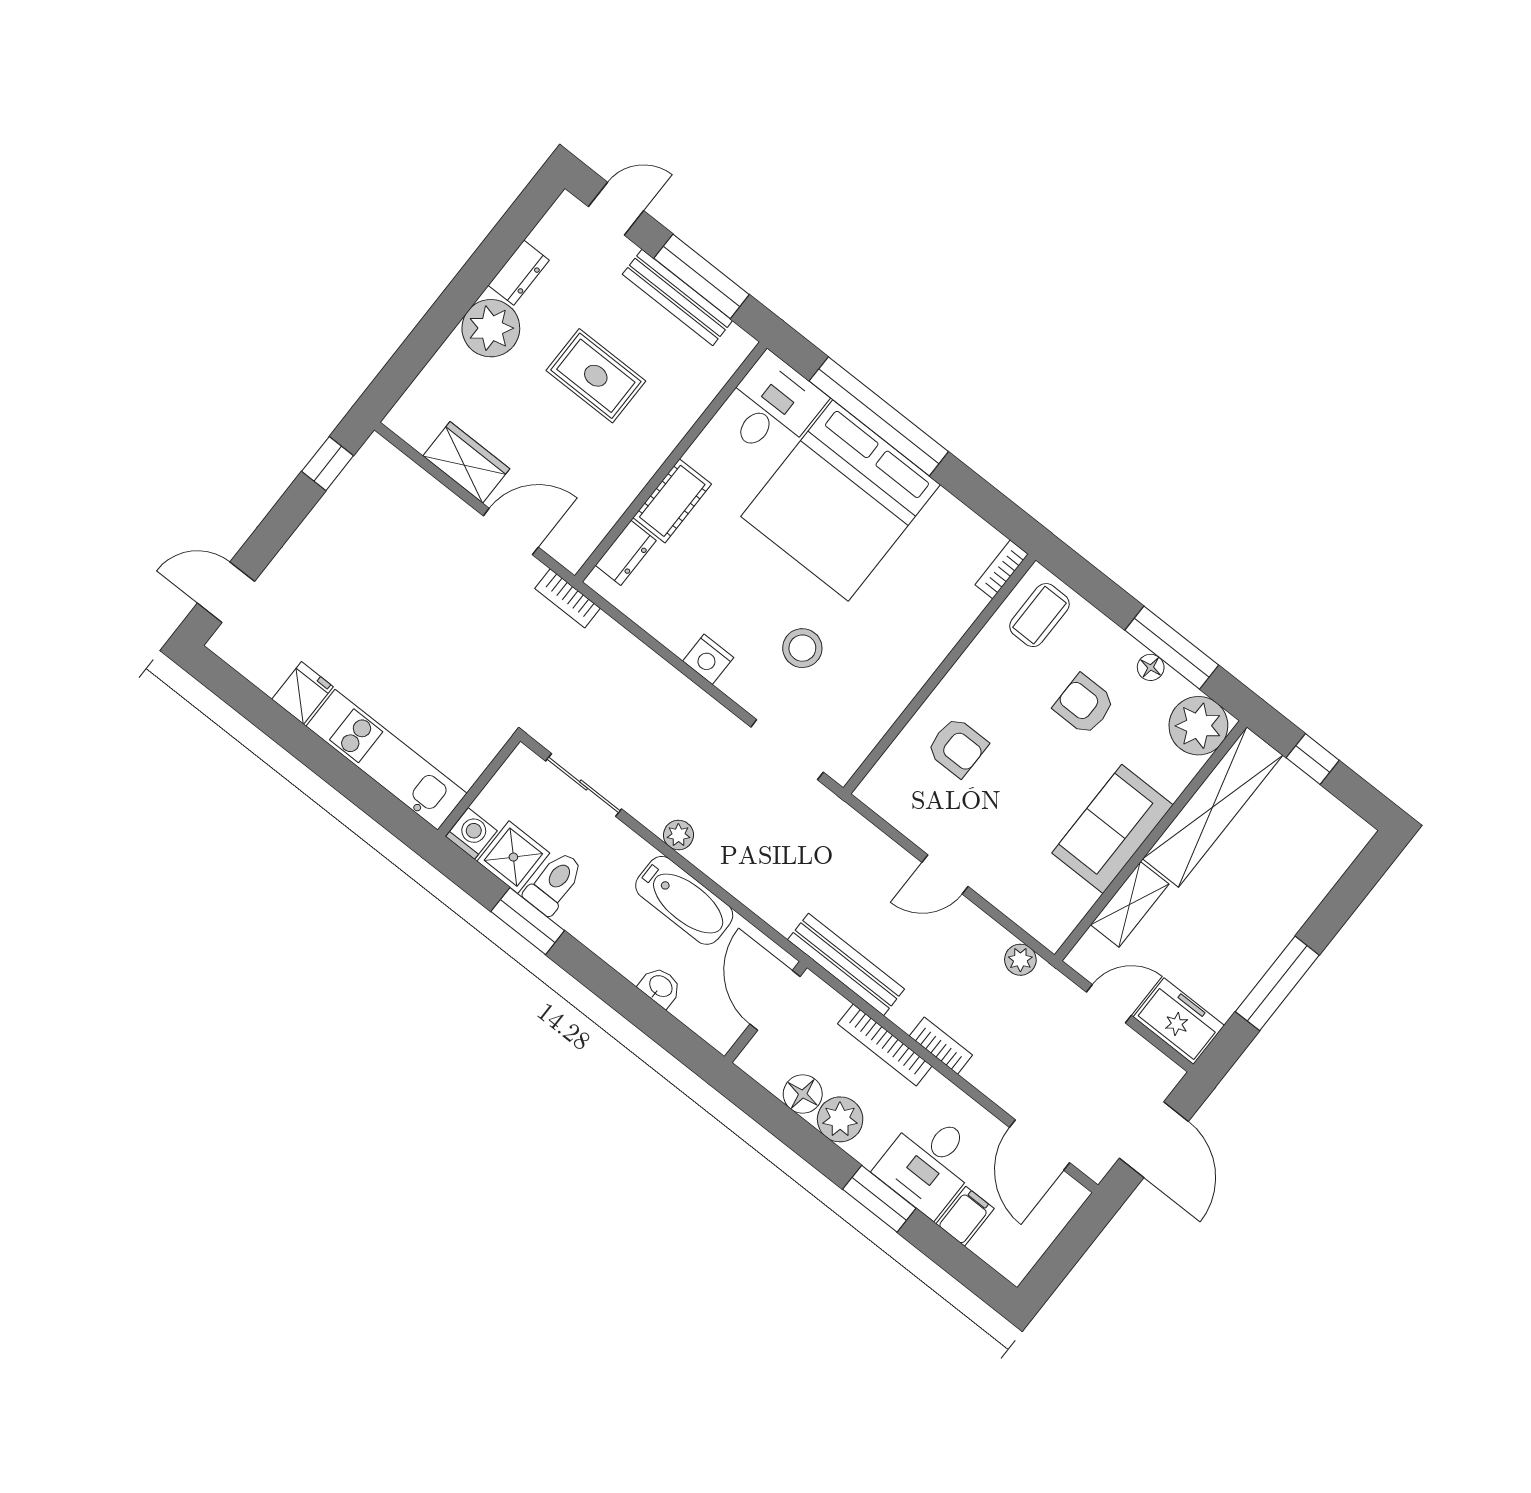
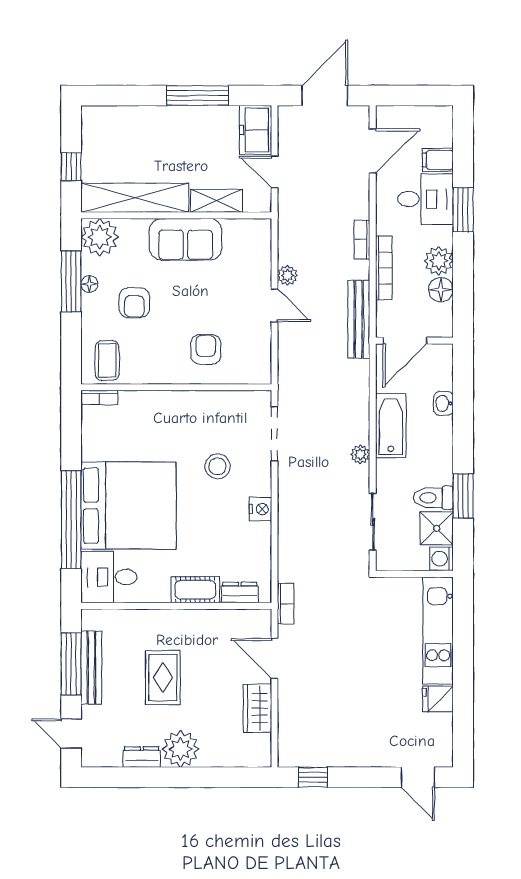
coffee table: (1039, 615) -> (107, 361), turned 90
plant: (1020, 960) -> (287, 275), moved

